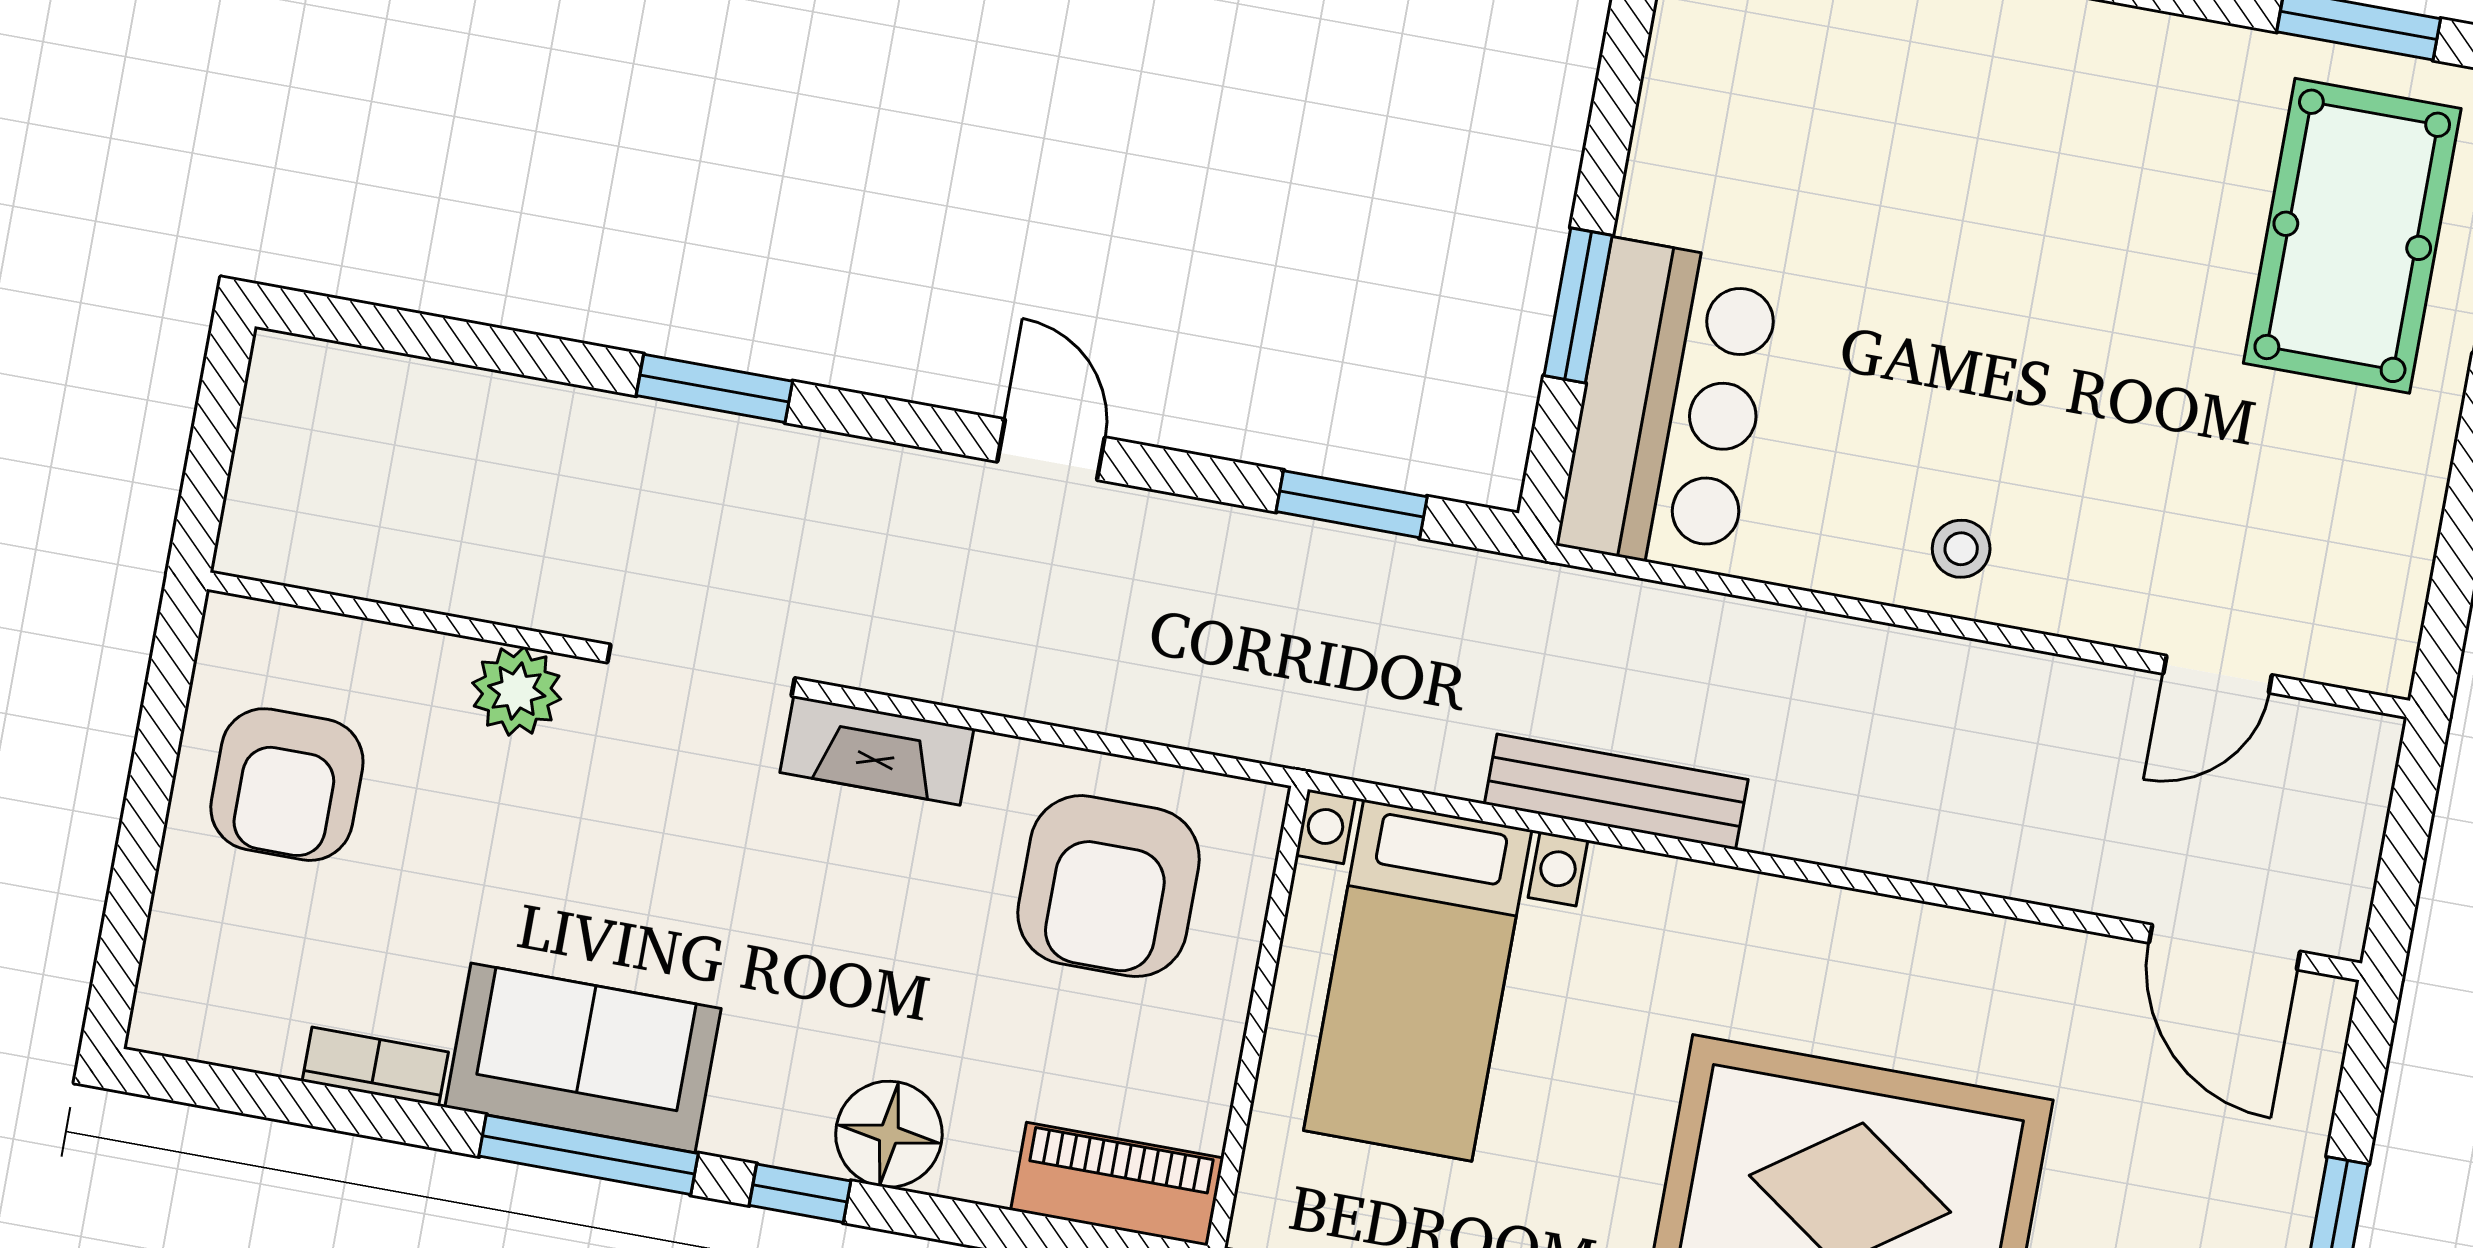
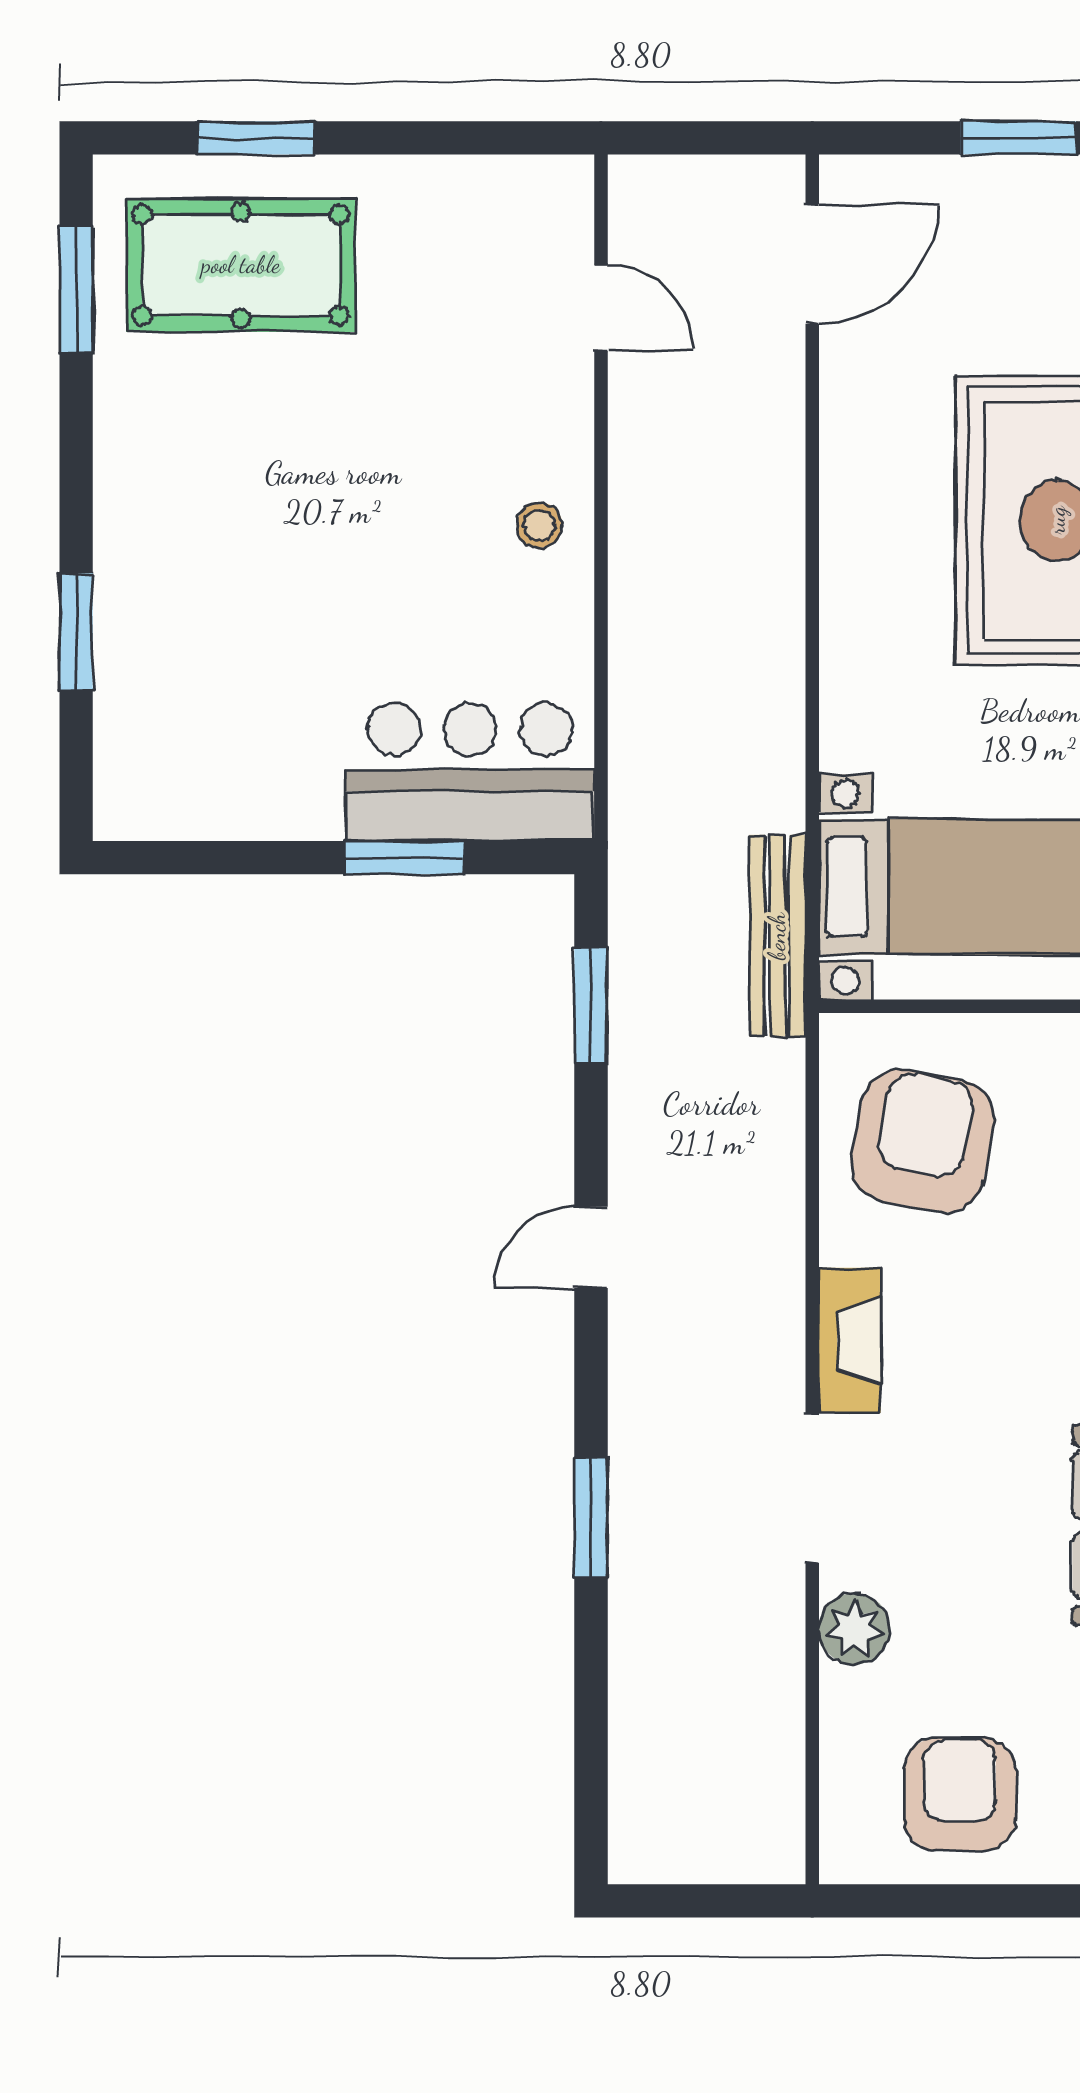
armchair: (287, 785) -> (960, 1794), turned -90
bench: (1616, 792) -> (777, 936), moved
armchair: (1109, 886) -> (922, 1141), turned -79

